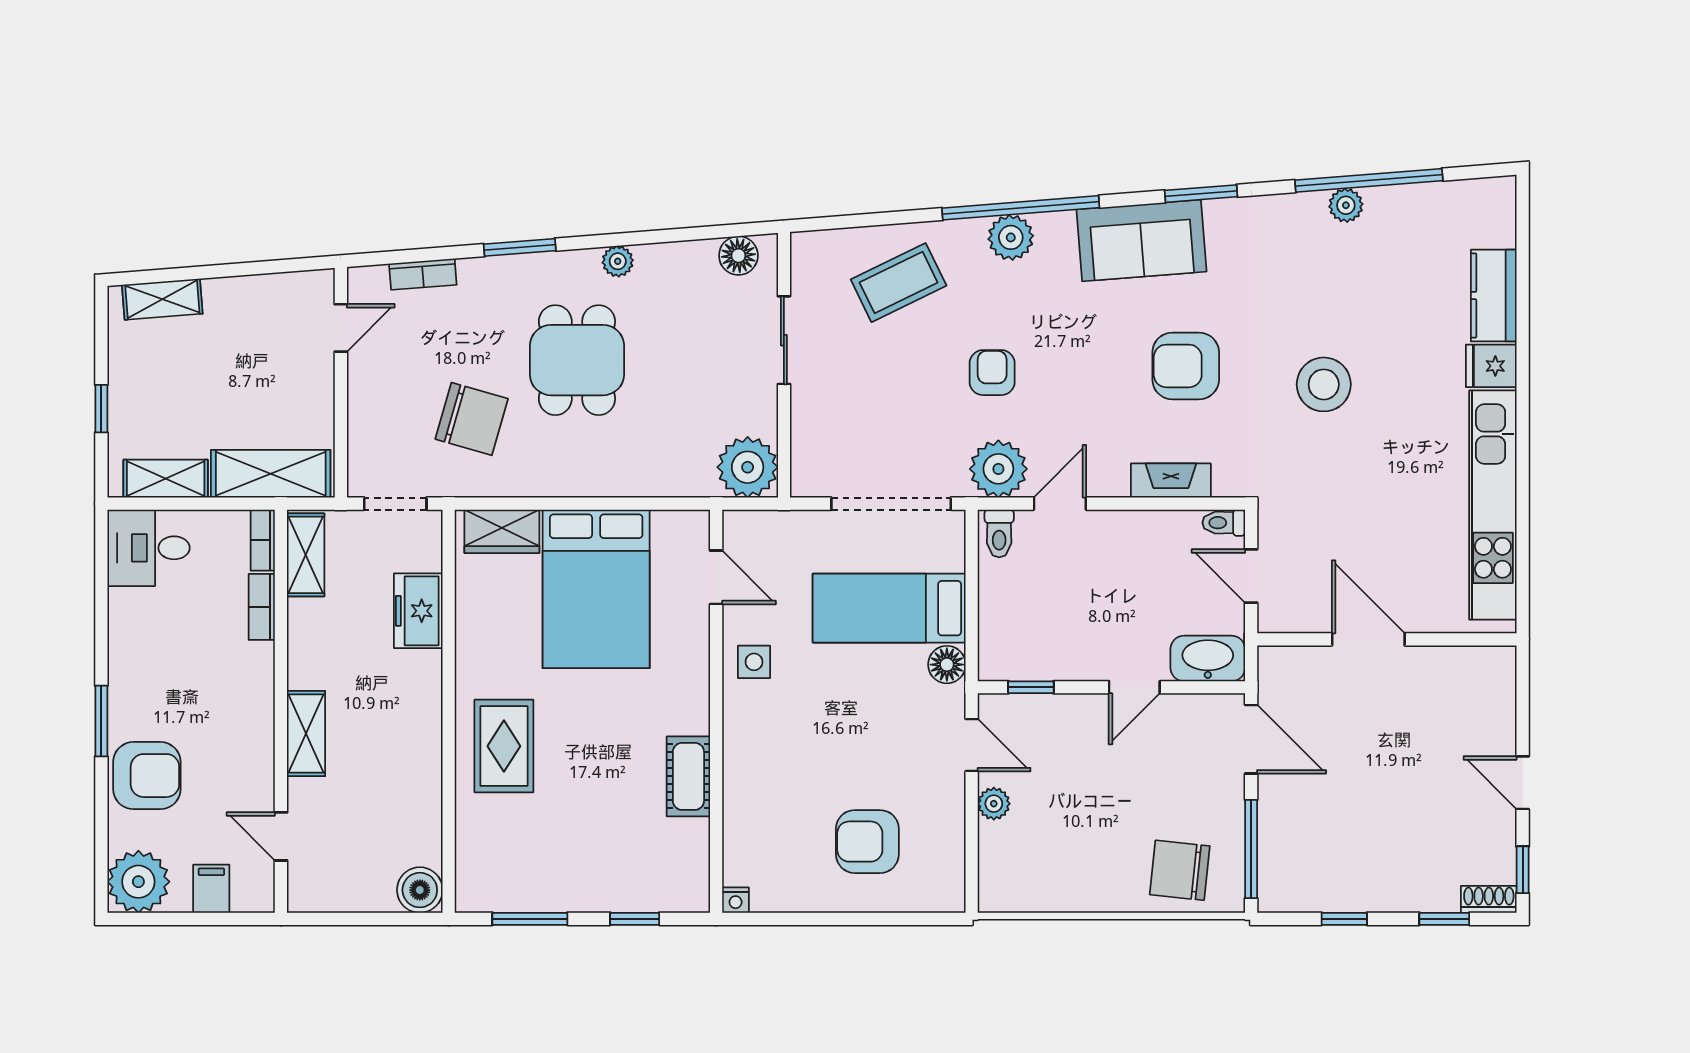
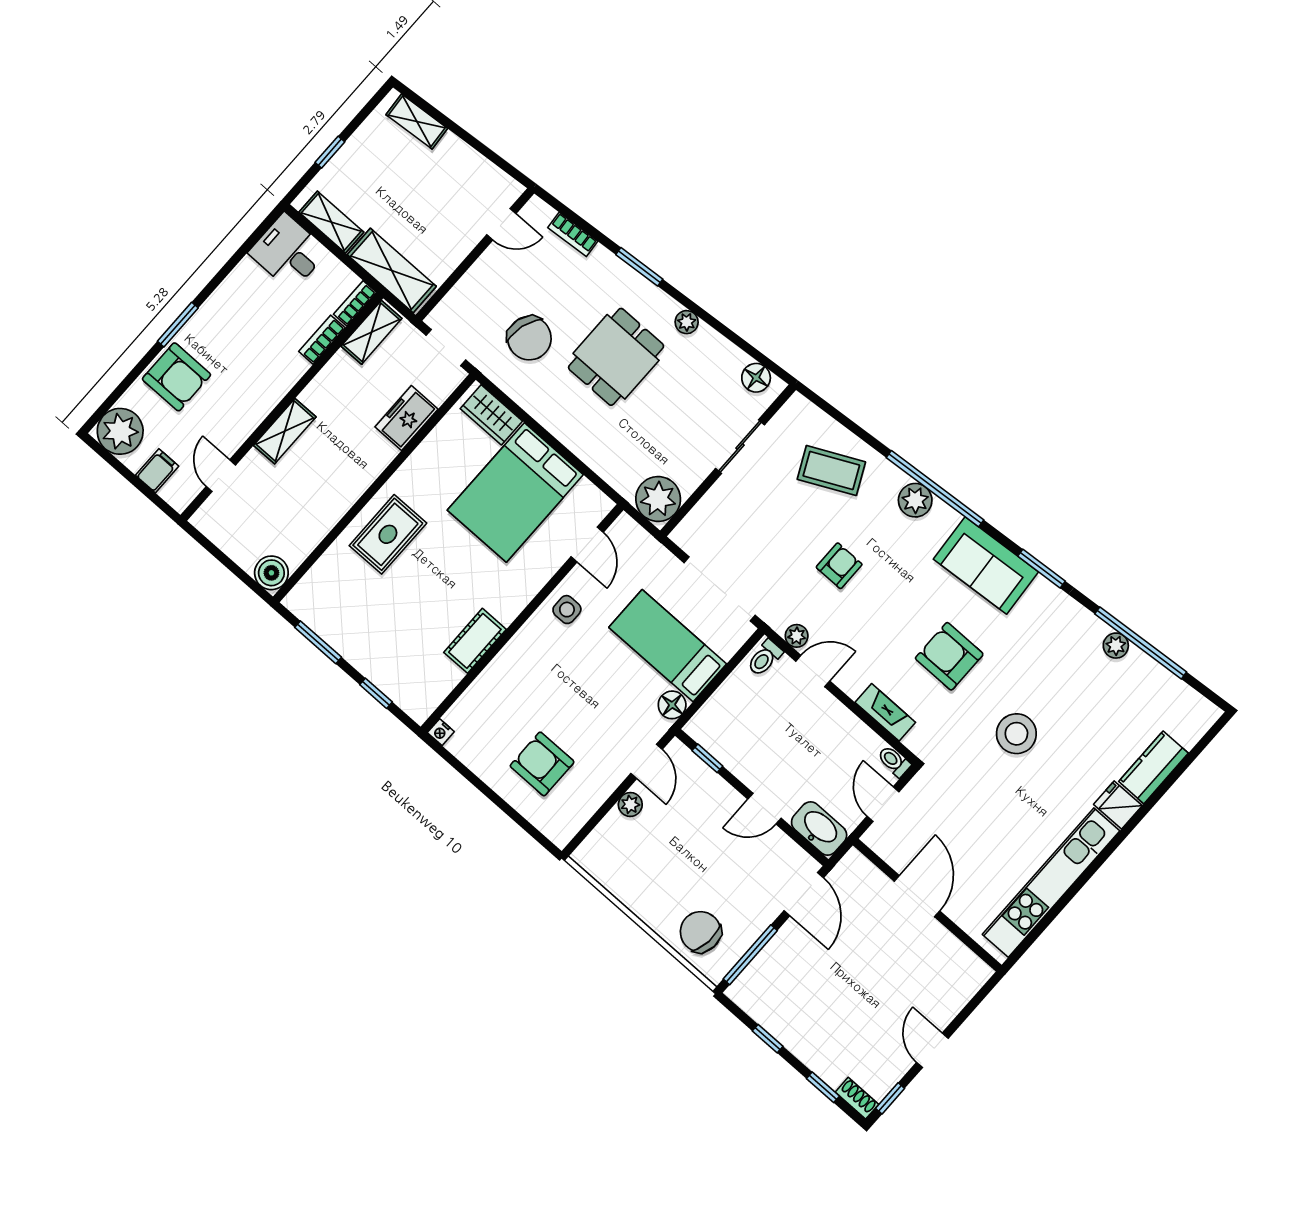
plant: (998, 469) -> (797, 636), width x0.53, depth x0.53

